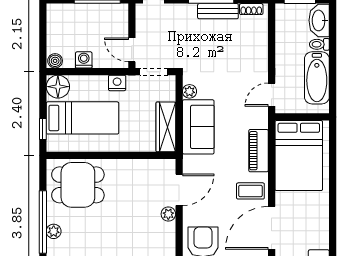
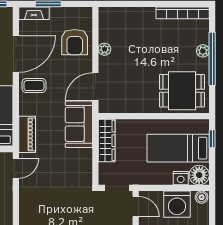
washing machine: (84, 60) -> (177, 204), width x1.89, depth x1.89
nightstand: (117, 83) -> (181, 178), moved
plant: (189, 91) -> (86, 171), removed
sofa: (198, 127) -> (79, 124), moved
piano: (259, 151) -> (27, 134), moved
plant: (168, 214) -> (104, 49), moved

